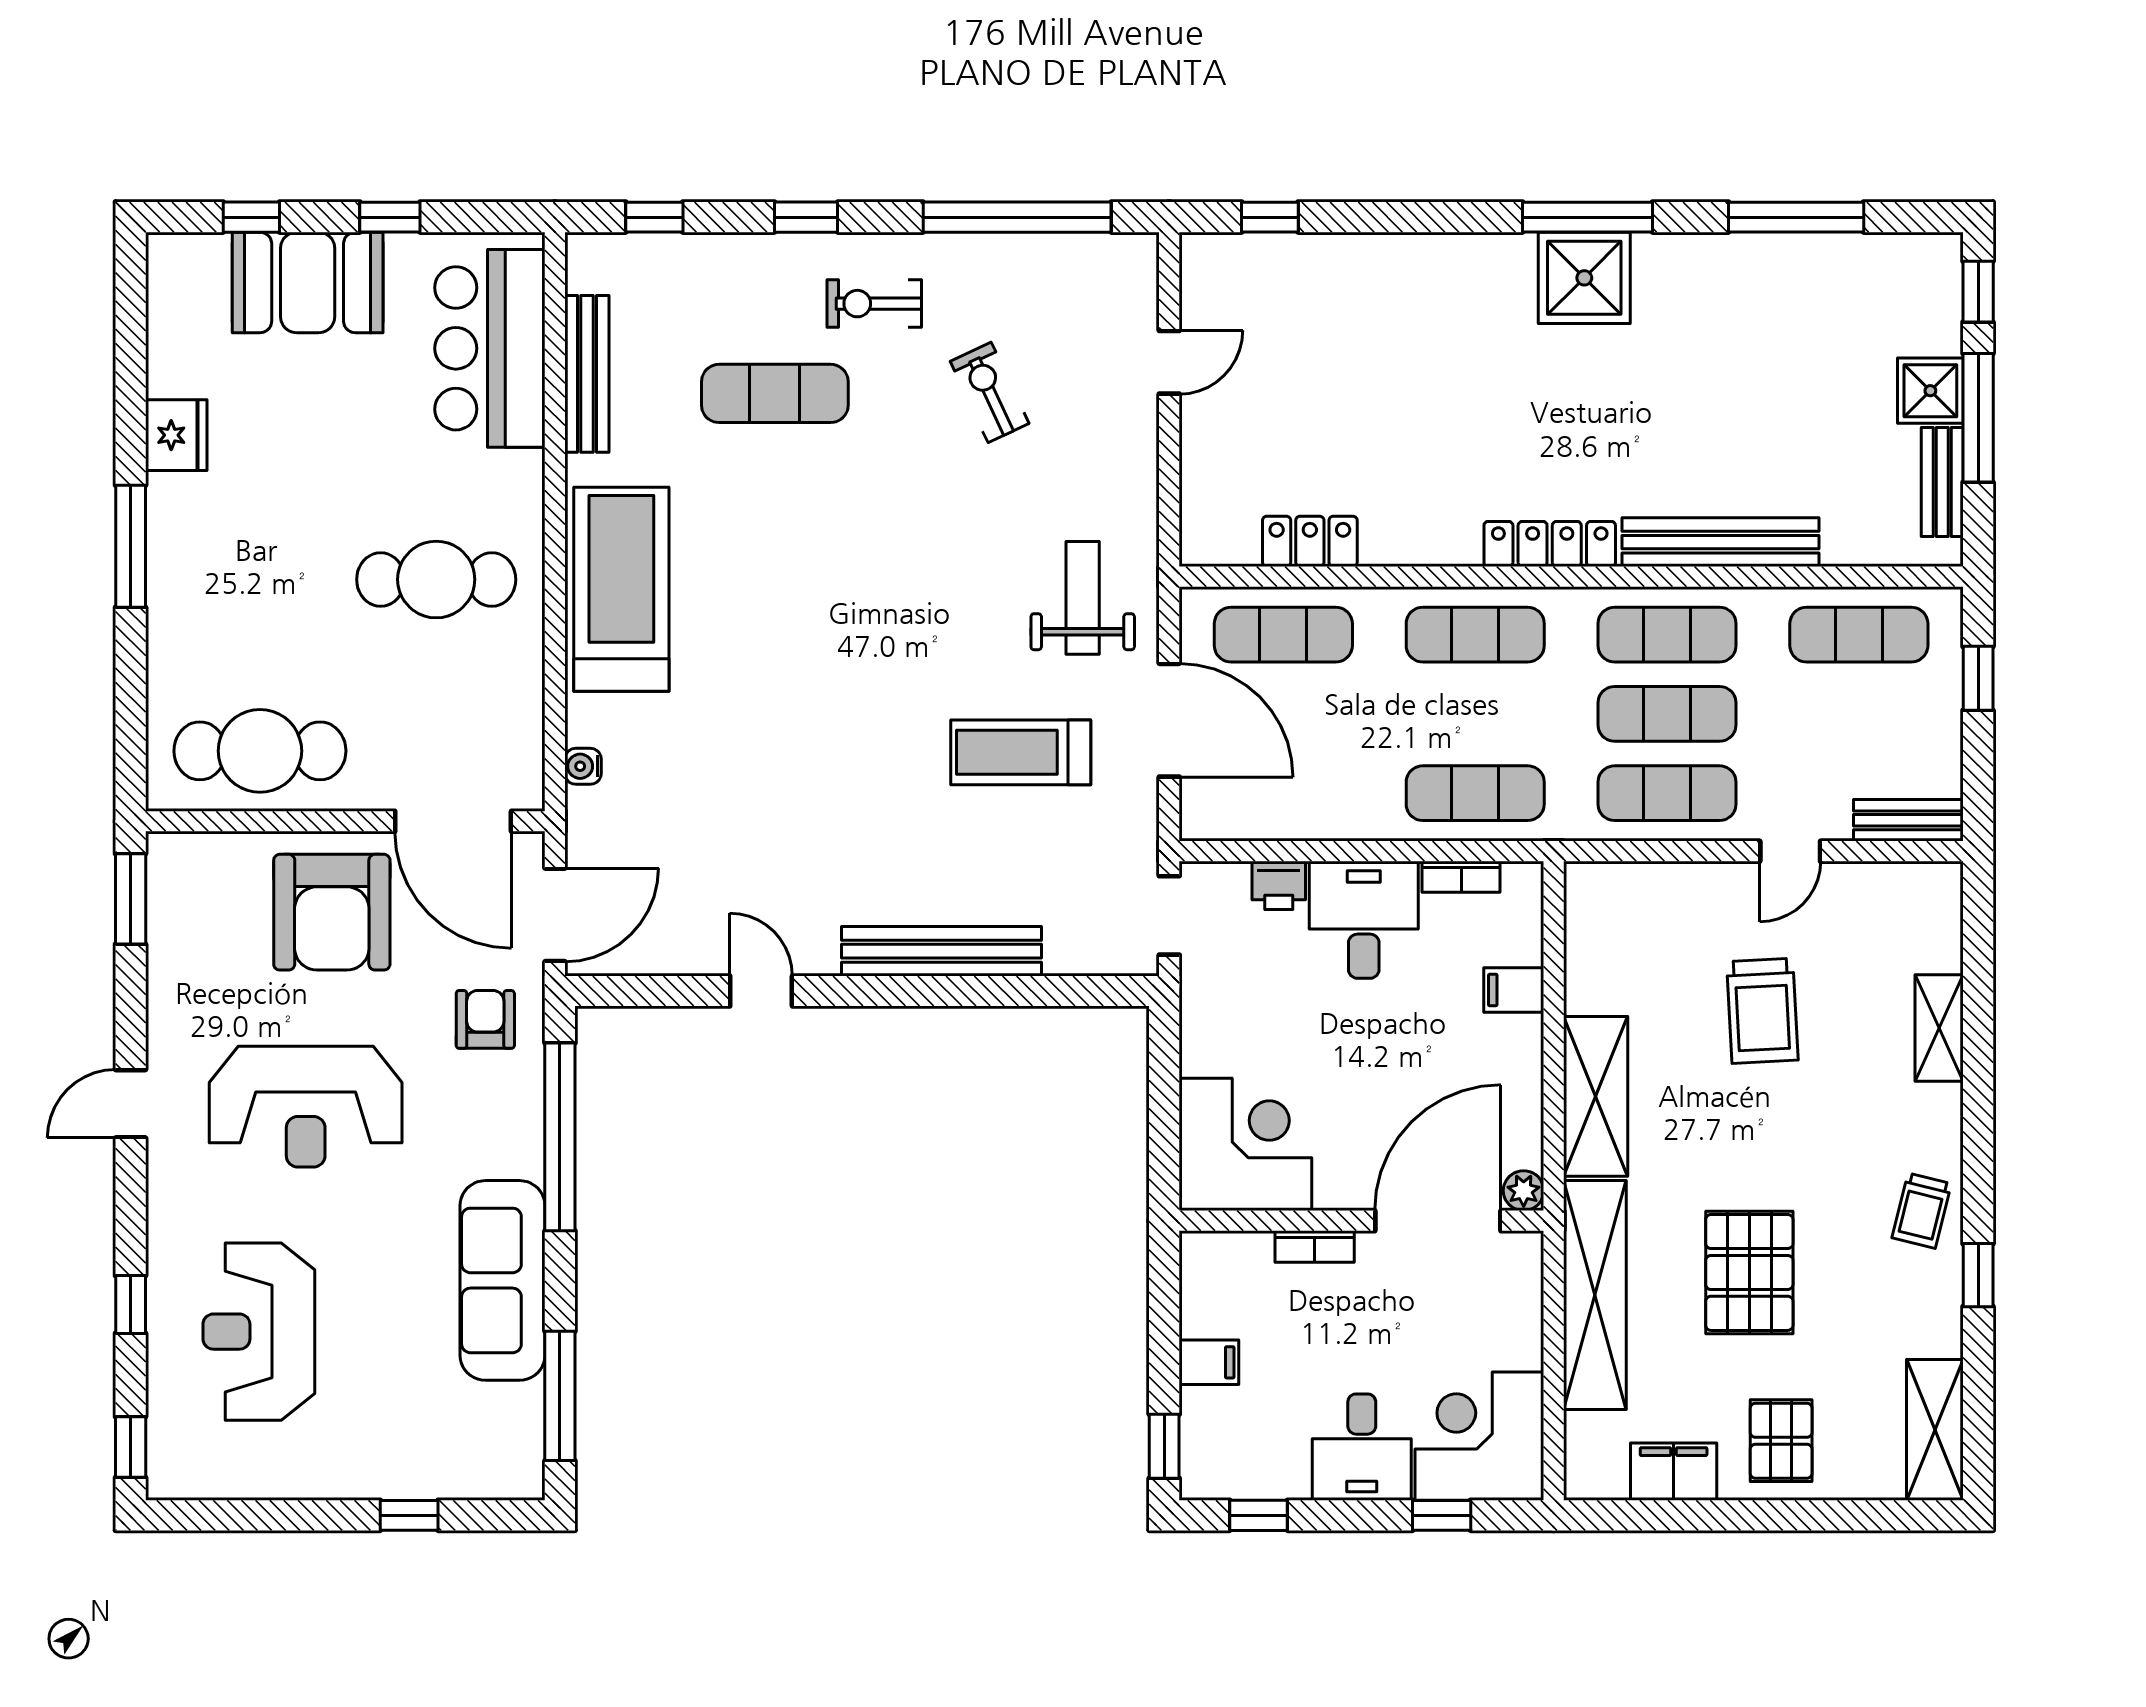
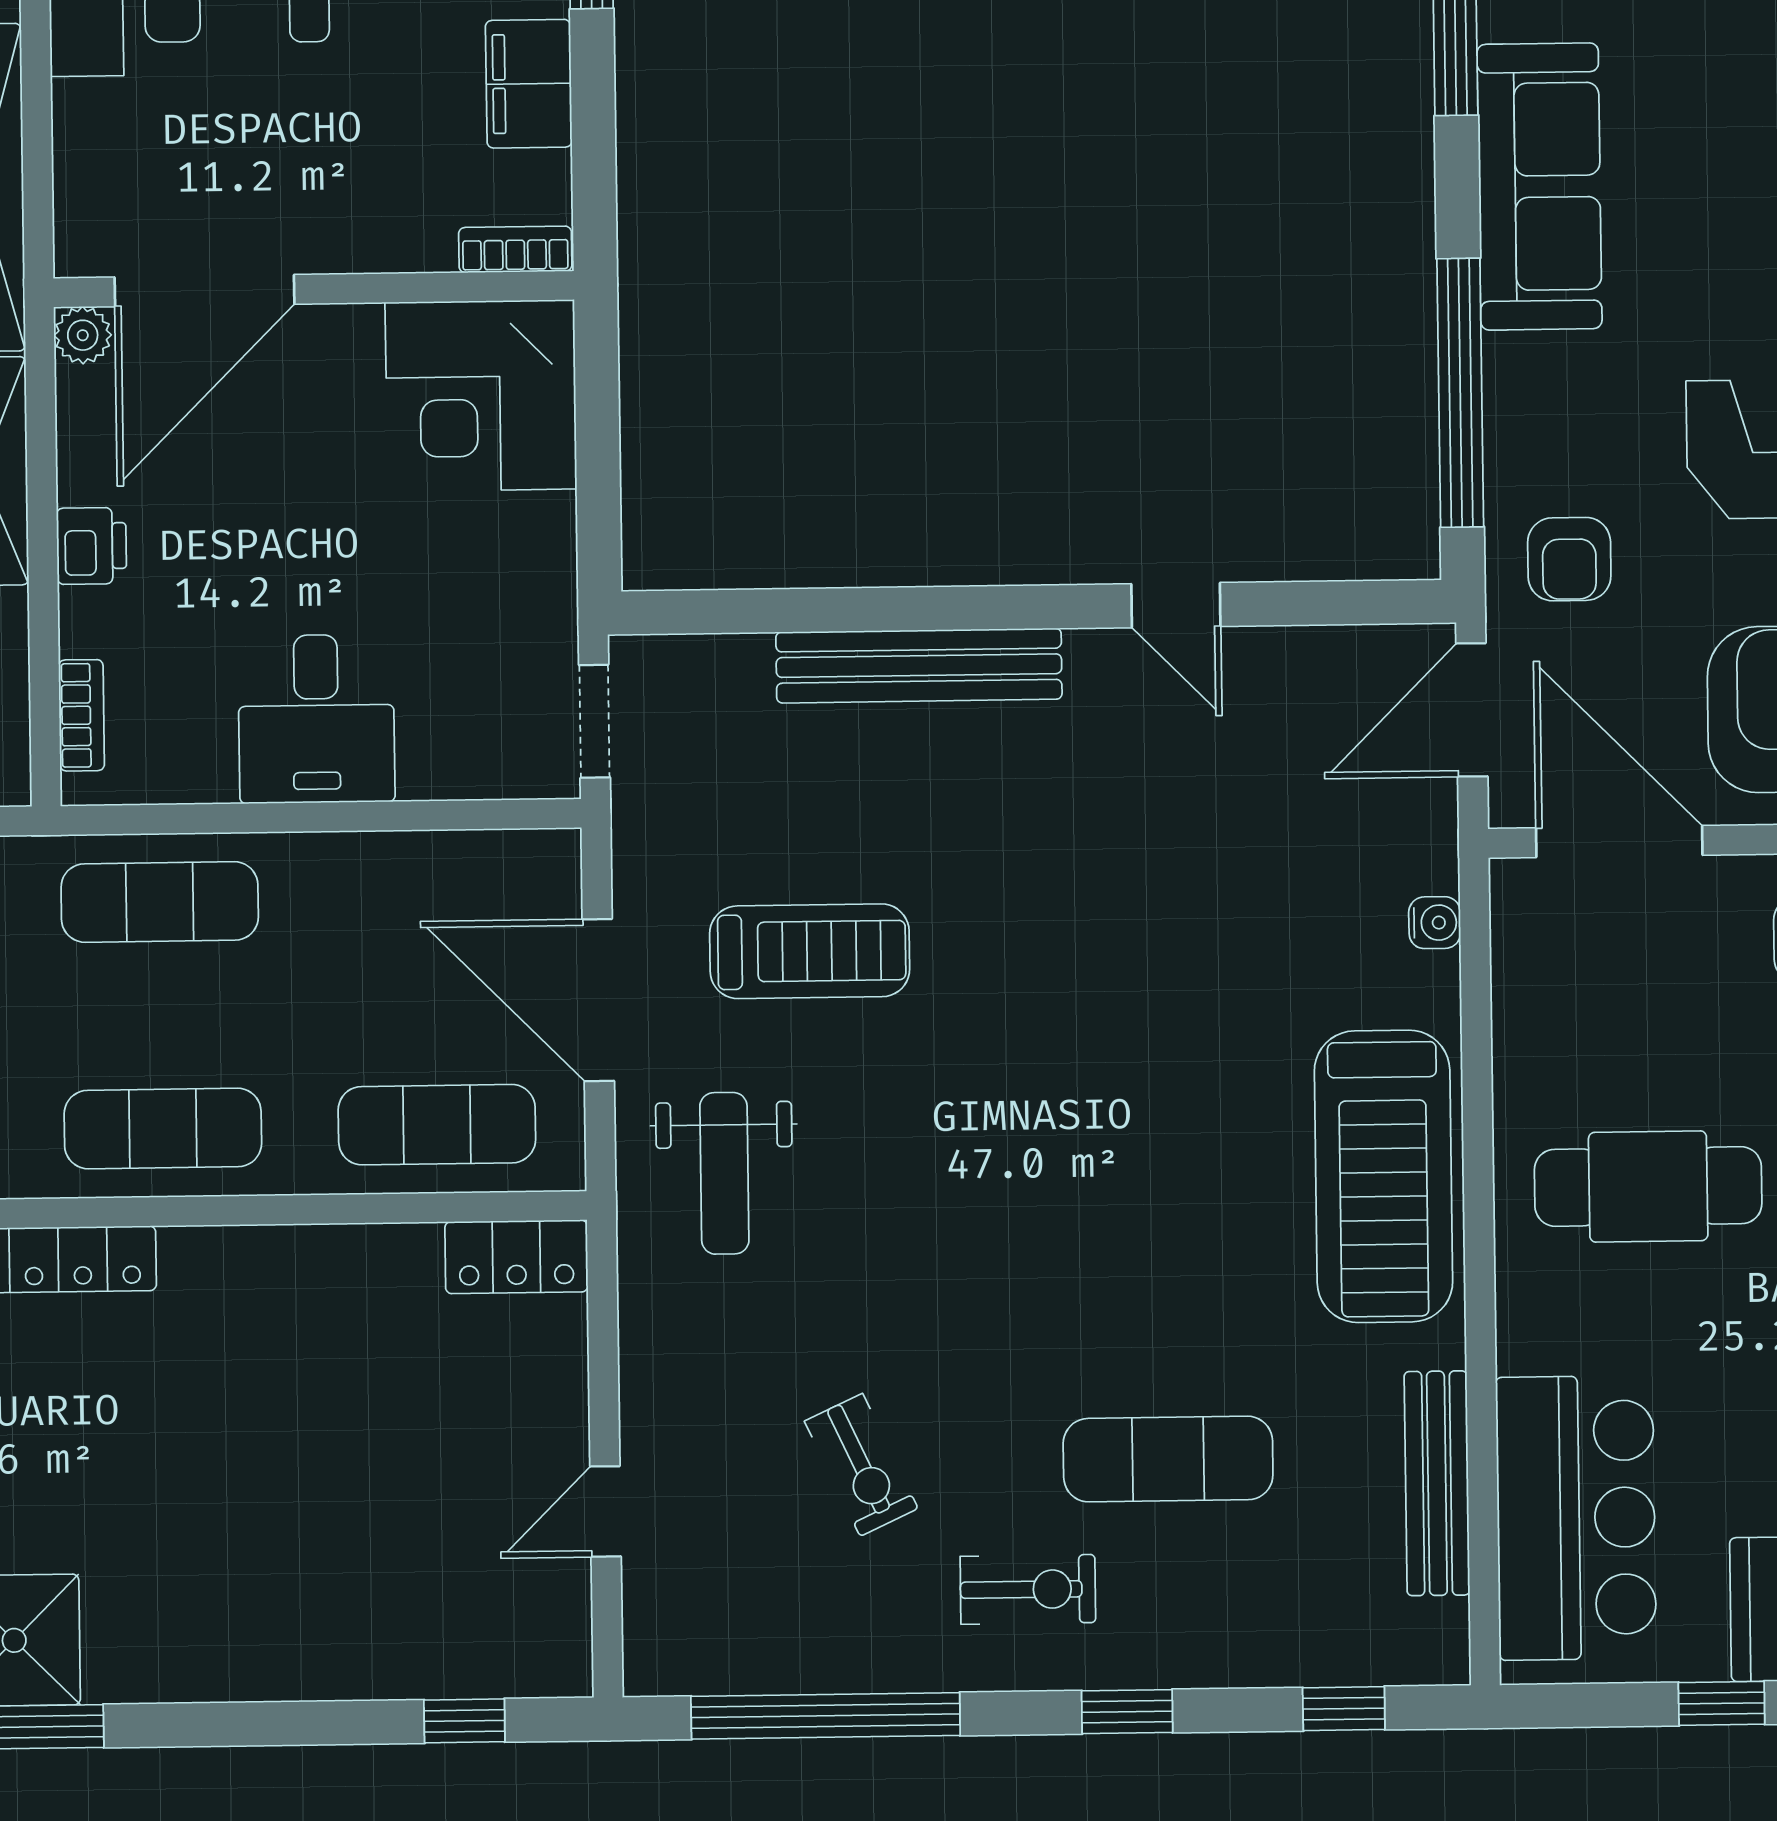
locker: (1310, 541) -> (516, 1257), moved
bookcase: (1461, 877) -> (82, 715), moved, turned 90
printer: (1279, 885) -> (92, 546), moved, turned 90
filing cabinet: (1514, 990) -> (101, 622), removed
bookcase: (1315, 1246) -> (515, 249), moved
filing cabinet: (1209, 1362) -> (529, 84), width x2.00

